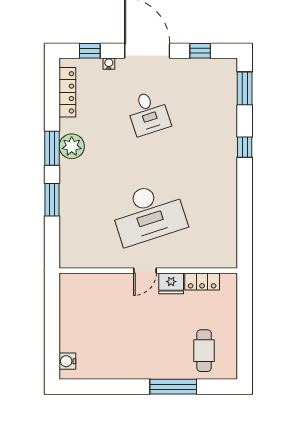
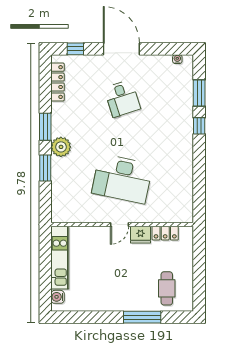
window: (200, 51) -> (164, 49), removed
water cooler: (109, 64) -> (177, 59), moved
window: (245, 88) -> (199, 93), moved
plant: (72, 146) -> (61, 147), moved
desk: (148, 213) -> (122, 179), turned 30
kitchen unit: (70, 312) -> (60, 258), added

